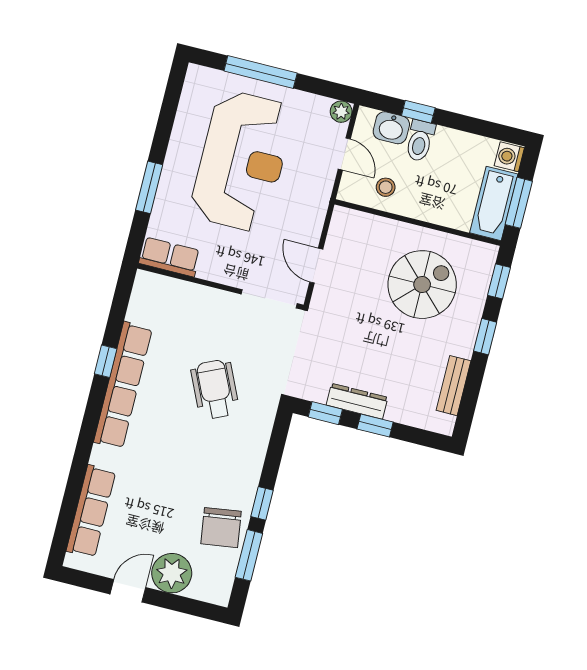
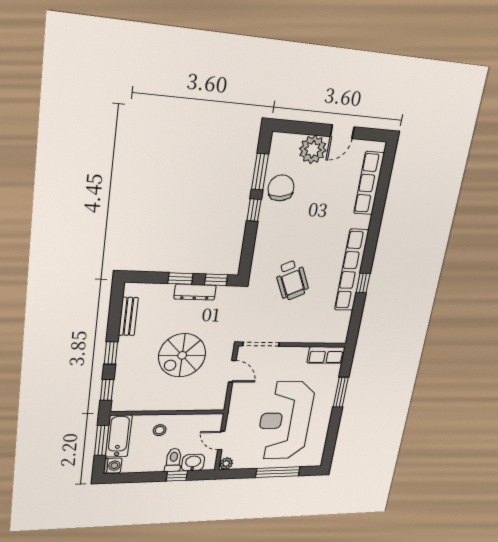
stool: (386, 187) -> (160, 430), moved
spiral stairs: (422, 285) -> (182, 355), moved

